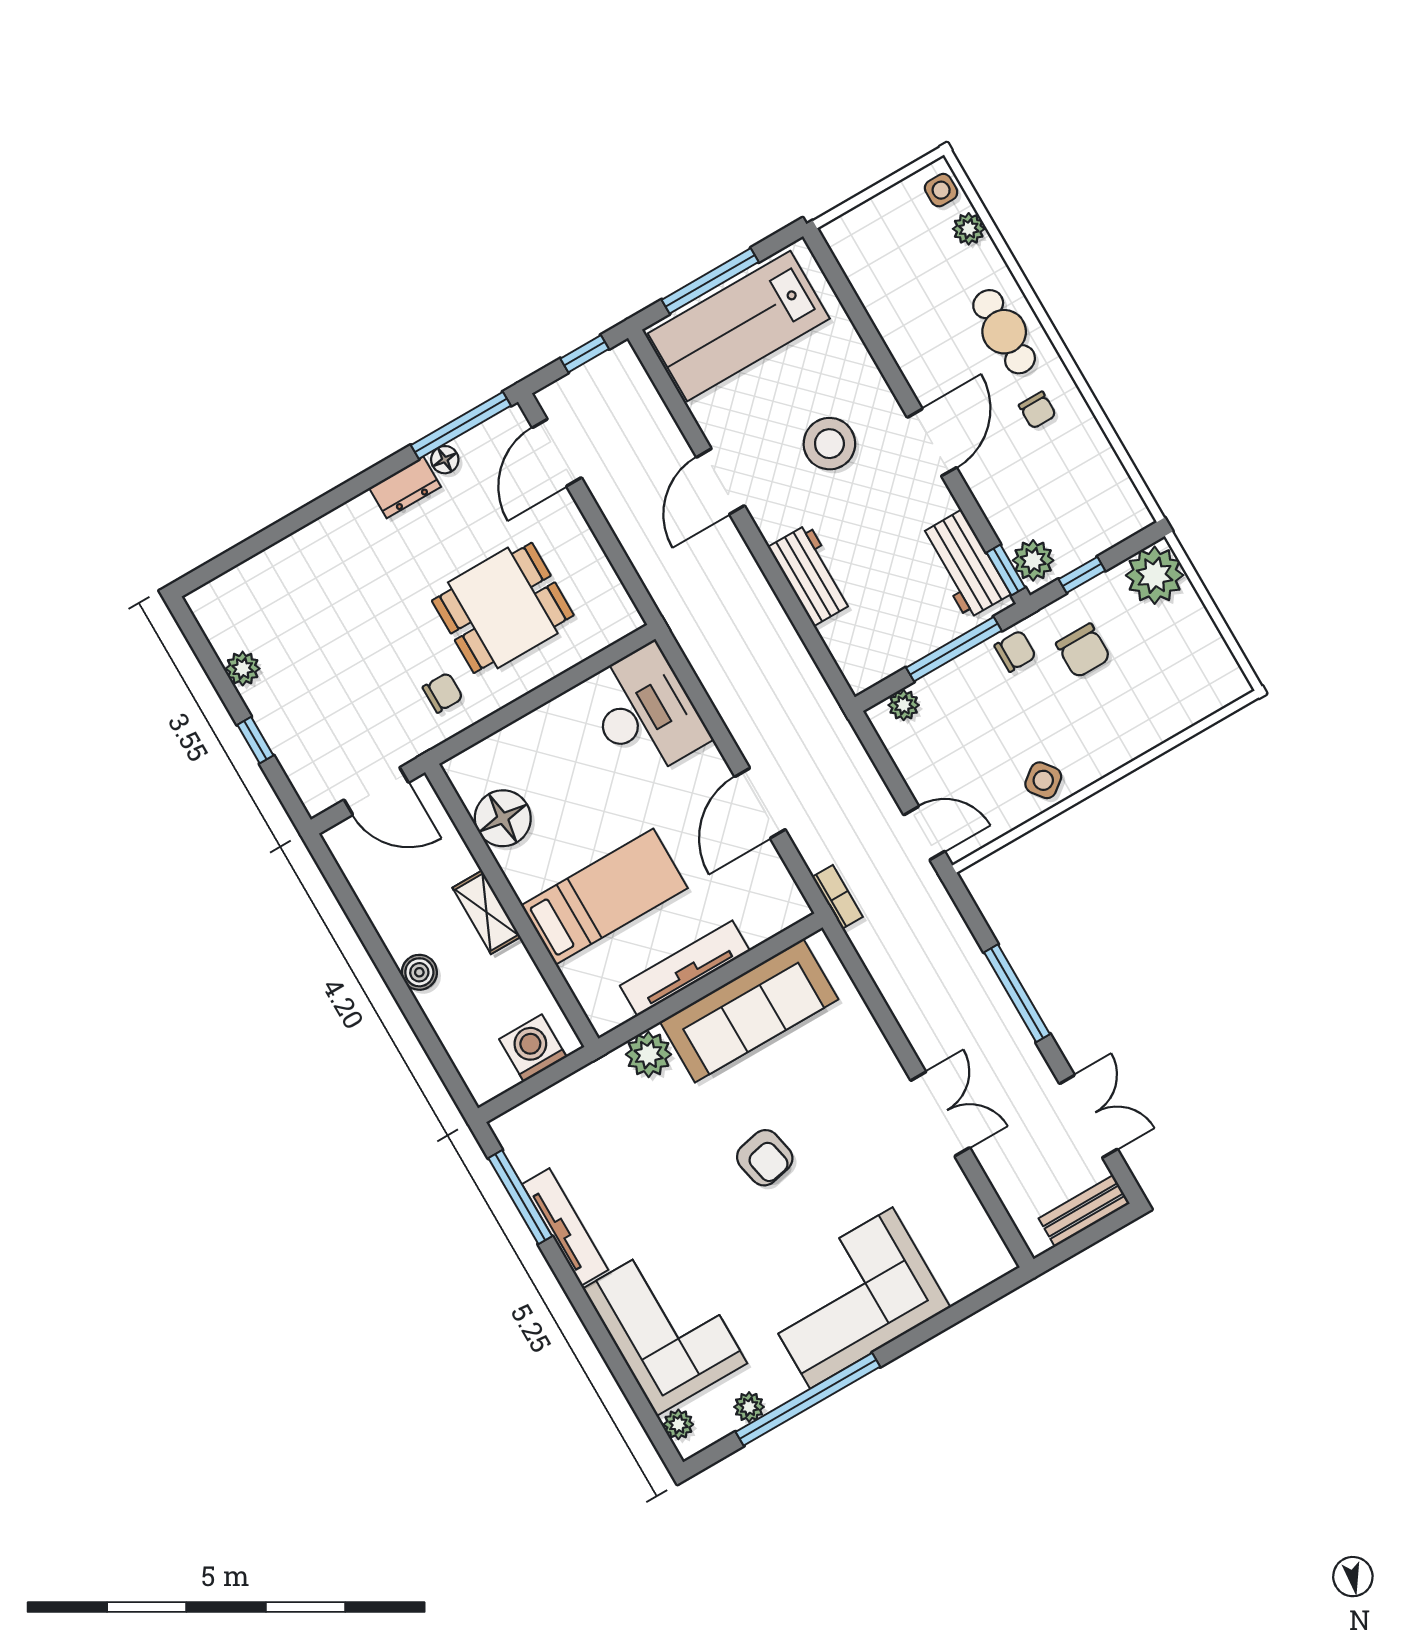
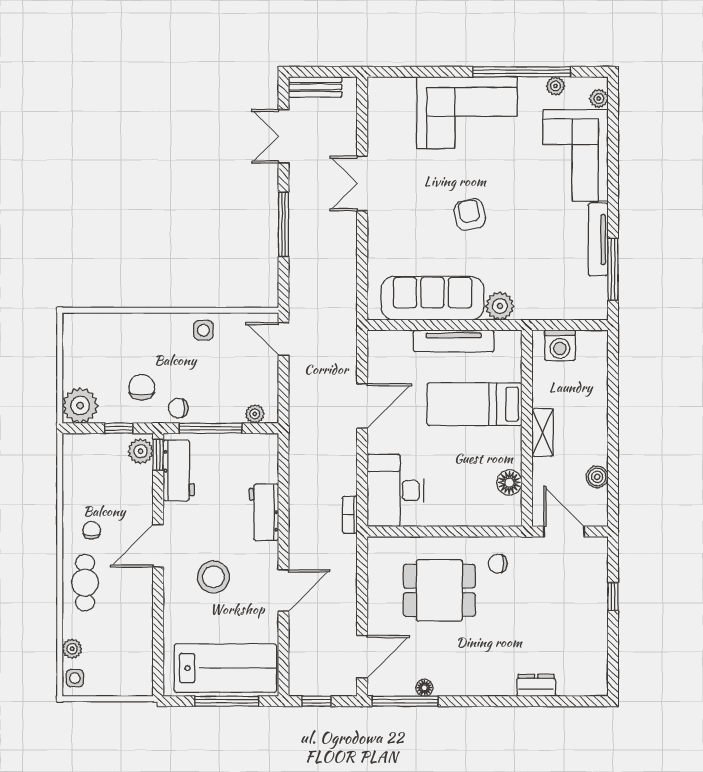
dresser: (405, 487) -> (536, 685), moved
plant: (243, 669) -> (597, 639), removed
side table: (1043, 780) -> (203, 330), turned 38
floor lamp: (503, 818) -> (509, 482), width x0.73, depth x0.73
bookcase: (837, 897) -> (350, 515), moved
boiler: (419, 972) -> (597, 477), moved

